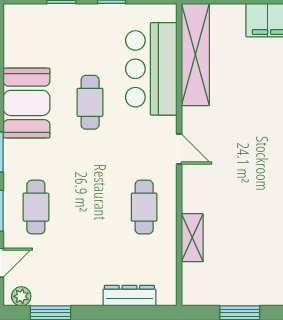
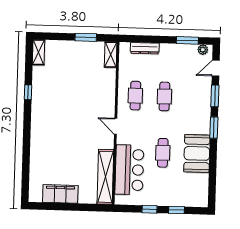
cafe table: (36, 207) -> (164, 96), moved
shelving: (192, 238) -> (111, 55), moved

